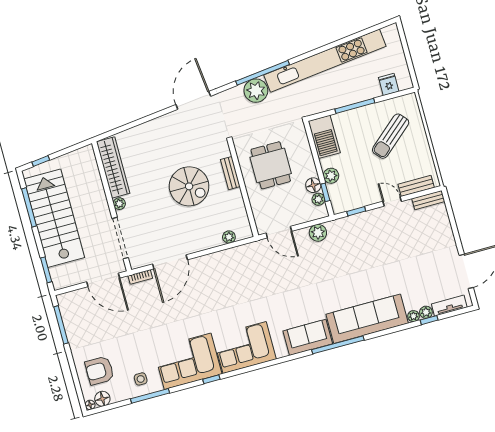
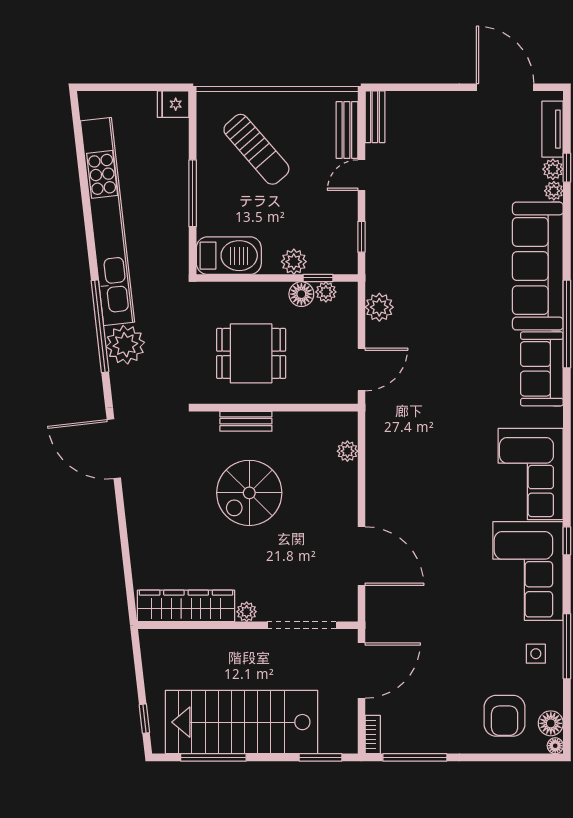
fridge: (389, 84) -> (173, 104), moved
spiral stairs: (189, 186) -> (249, 493), turned 180
bookcase: (140, 277) -> (373, 735), moved

